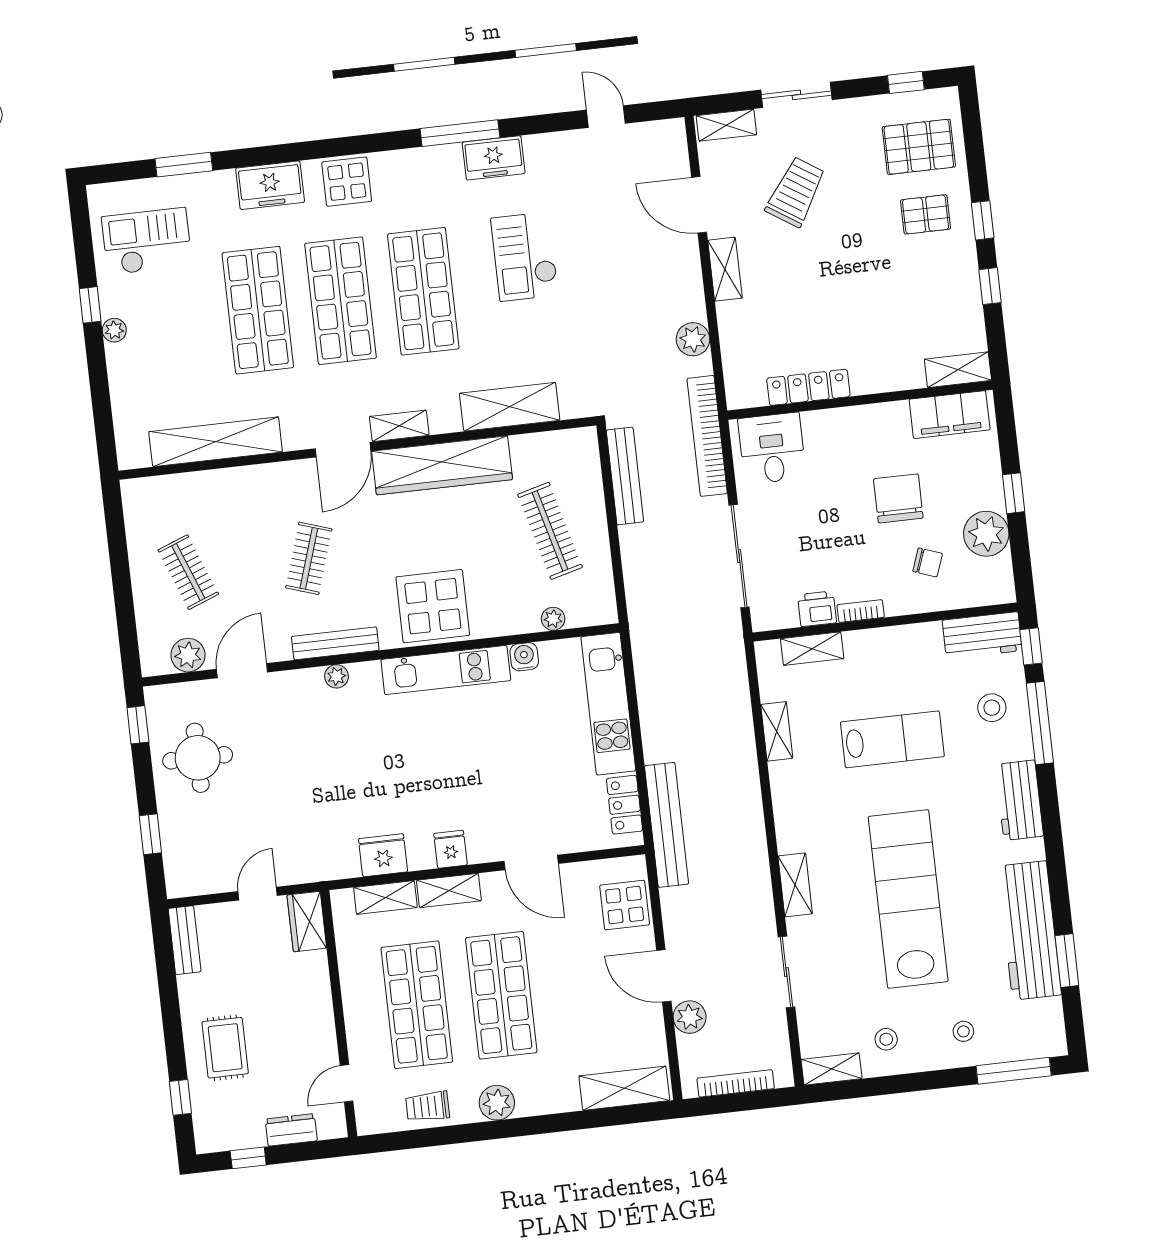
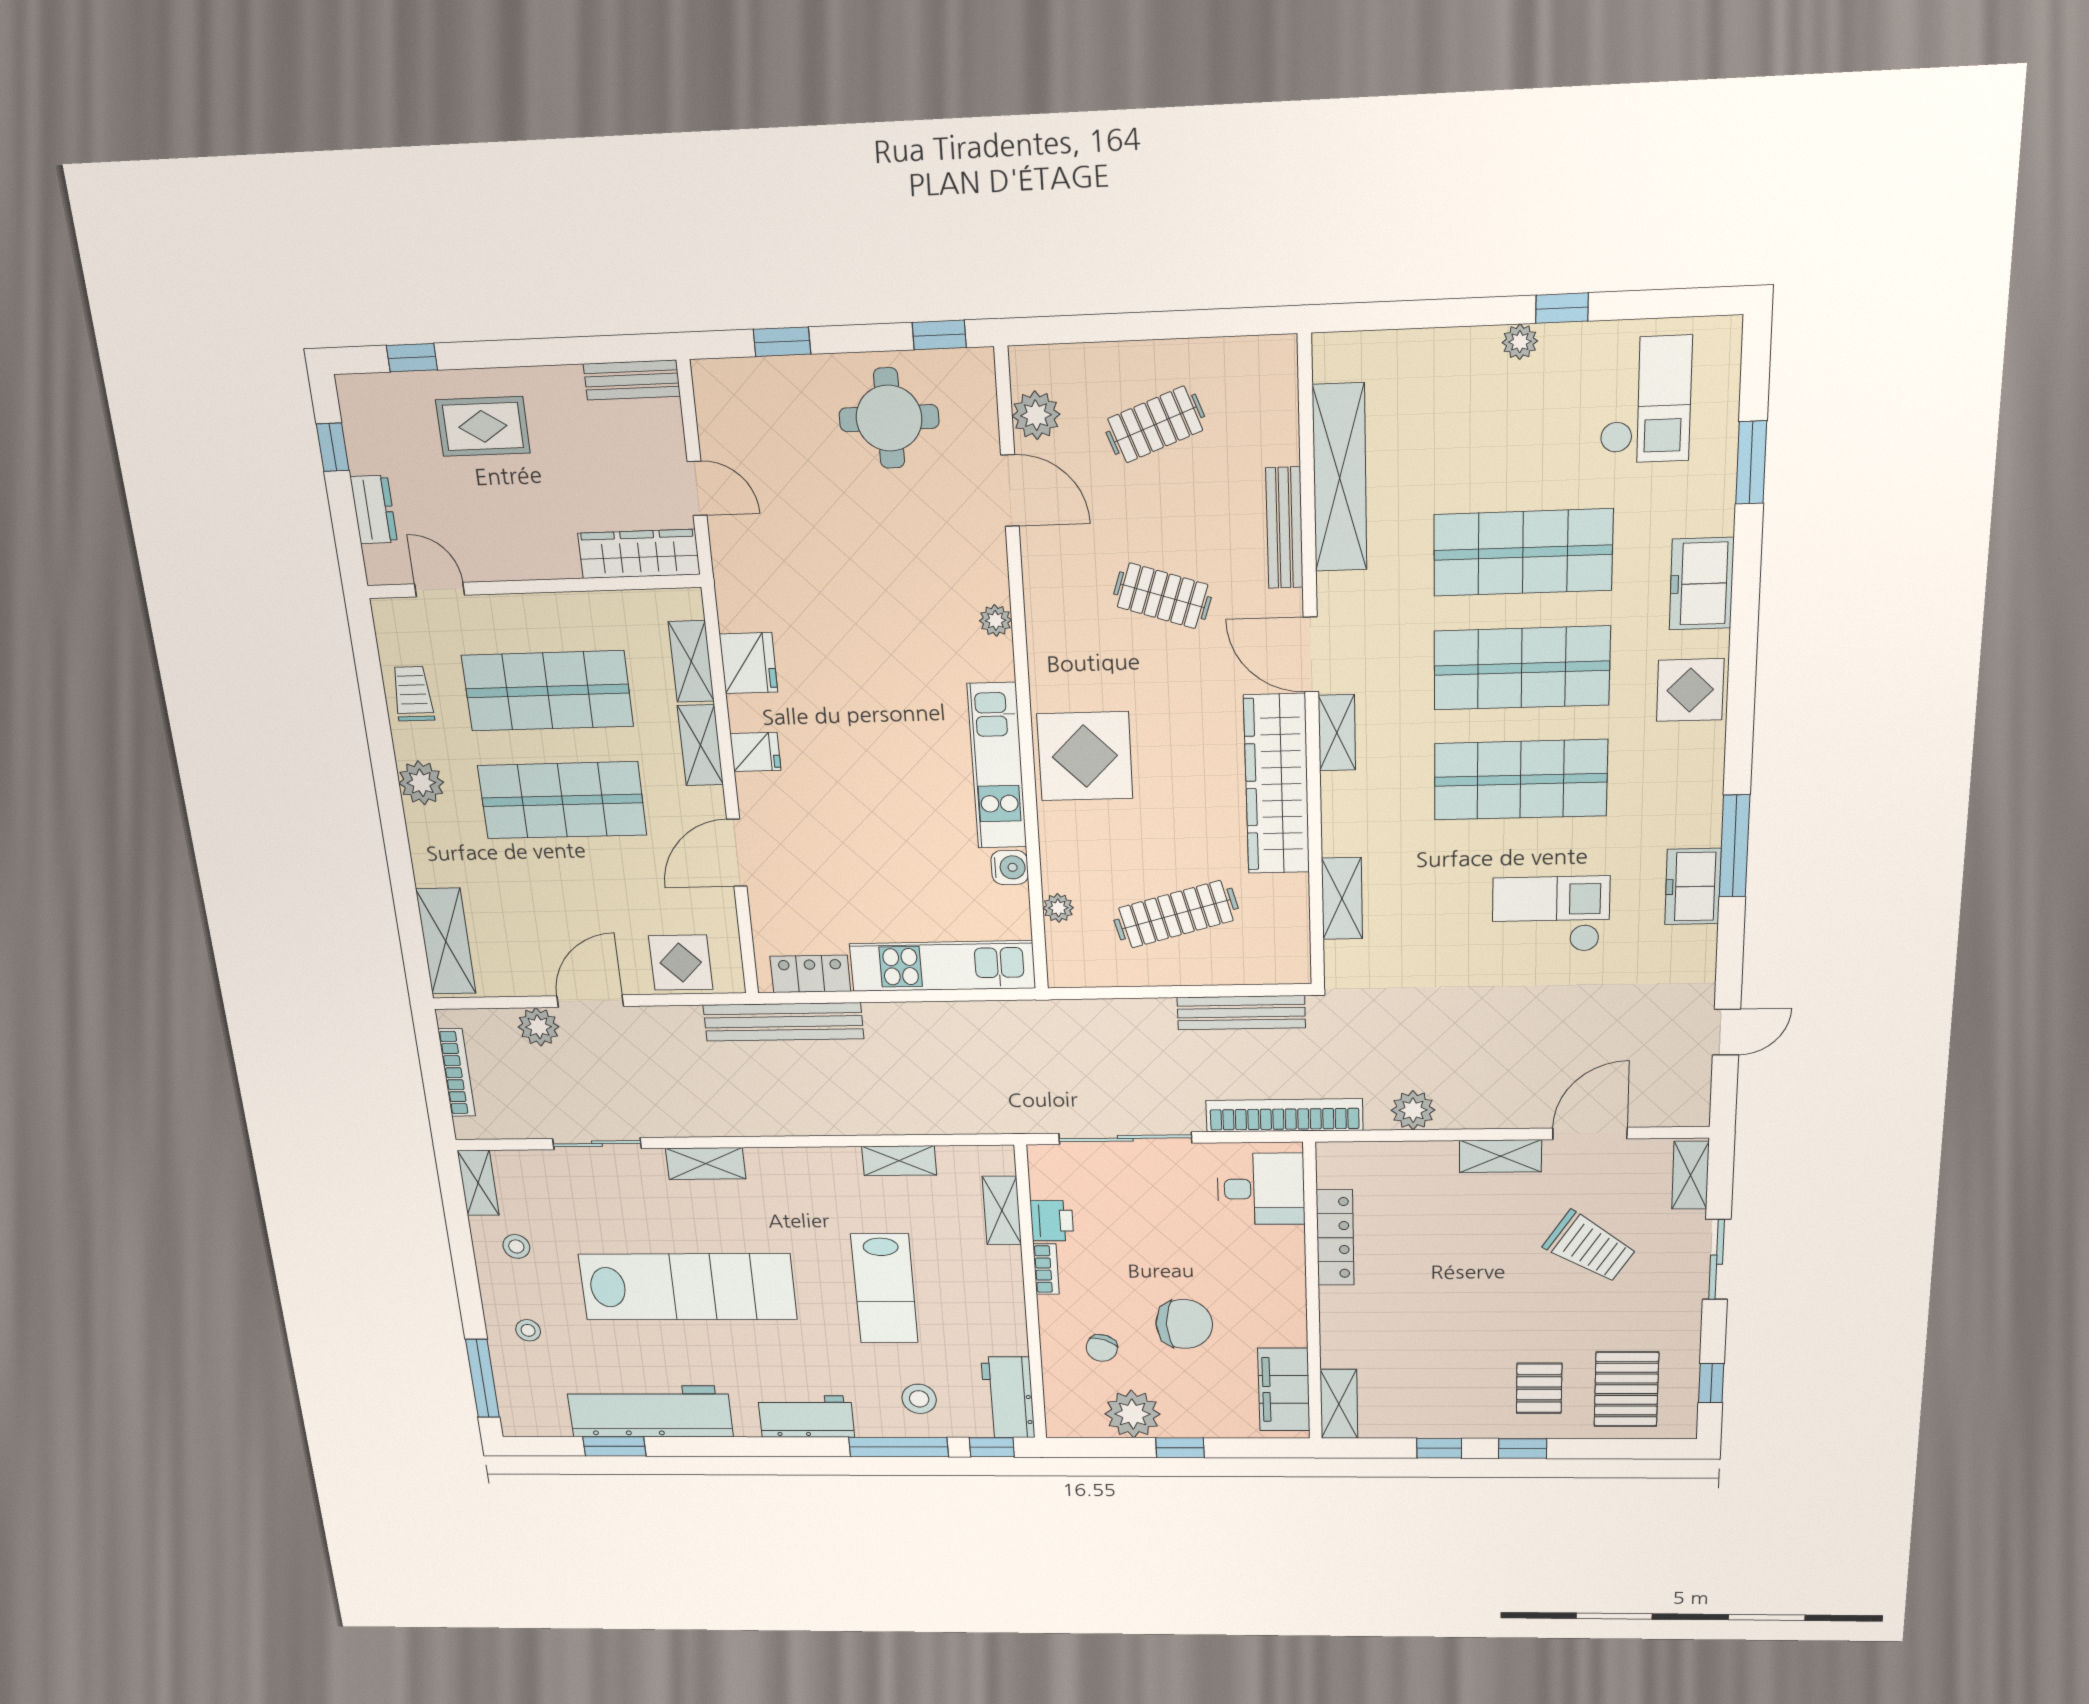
shelving: (510, 407) -> (1342, 898), width x0.67, depth x0.75
bench: (335, 643) -> (1285, 528), moved
wardrobe: (307, 922) -> (639, 554), width x1.50

